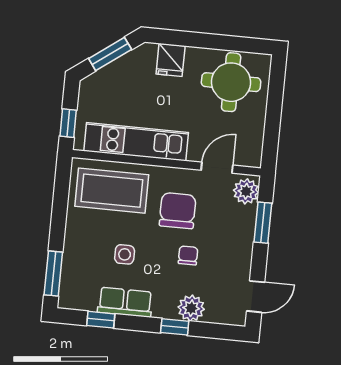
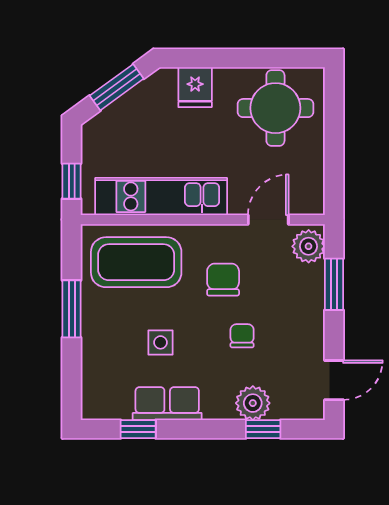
chair: (178, 211) -> (223, 280), width x0.73, depth x0.73
window: (53, 273) -> (72, 309), moved
window: (175, 327) -> (263, 429), moved

